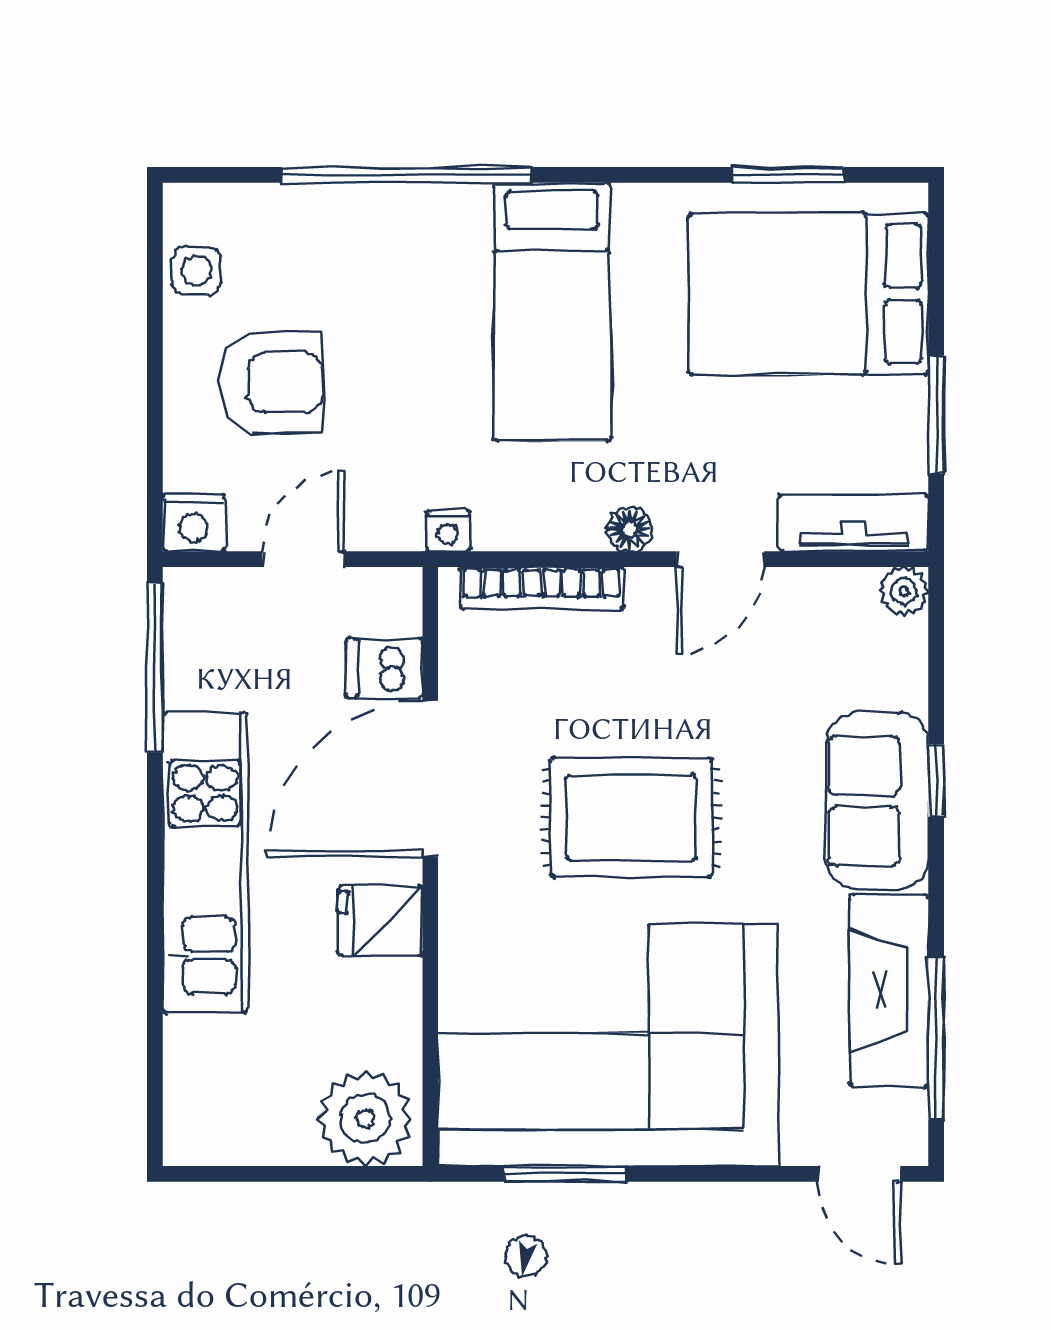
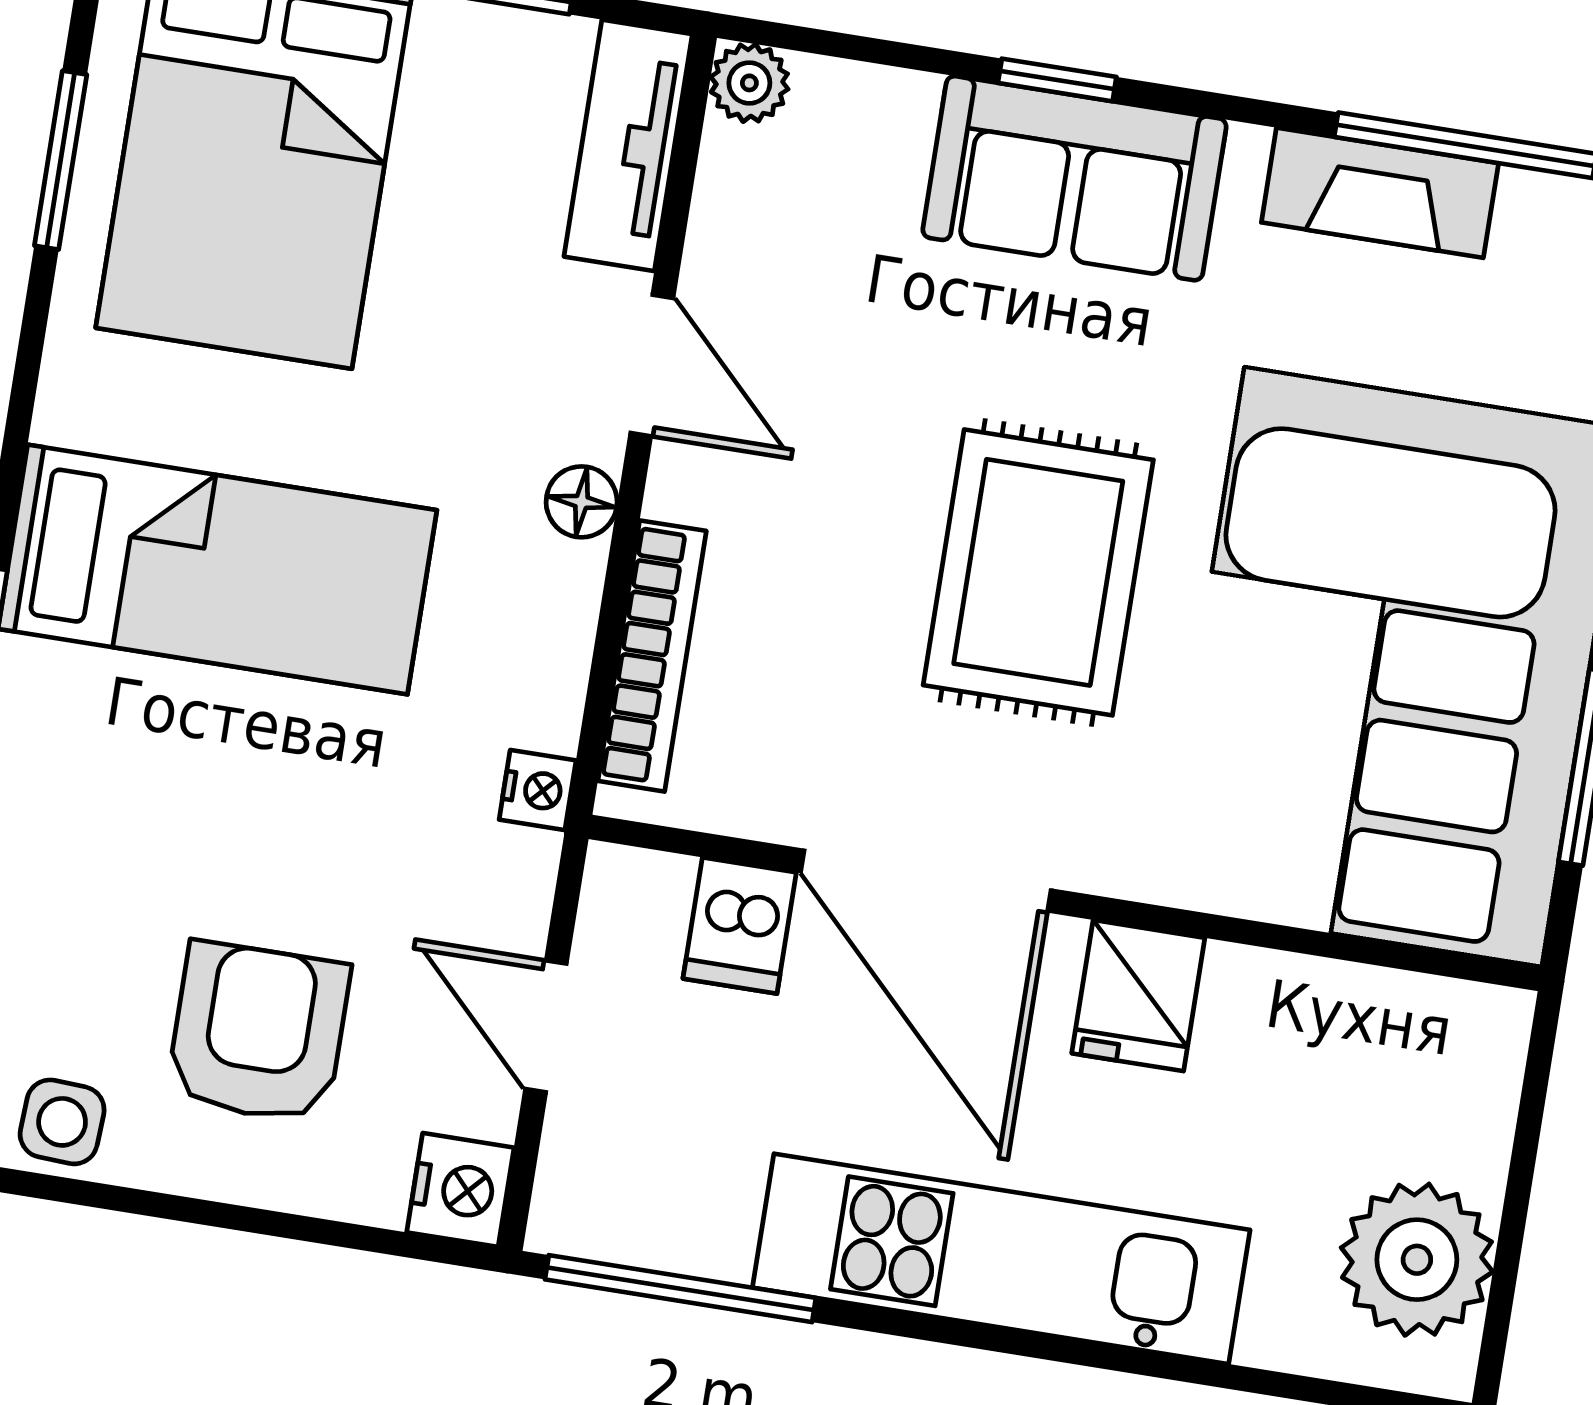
fireplace: (889, 990) -> (1380, 193), width x0.73, depth x0.76
plant: (365, 1118) -> (1417, 1260), moved

